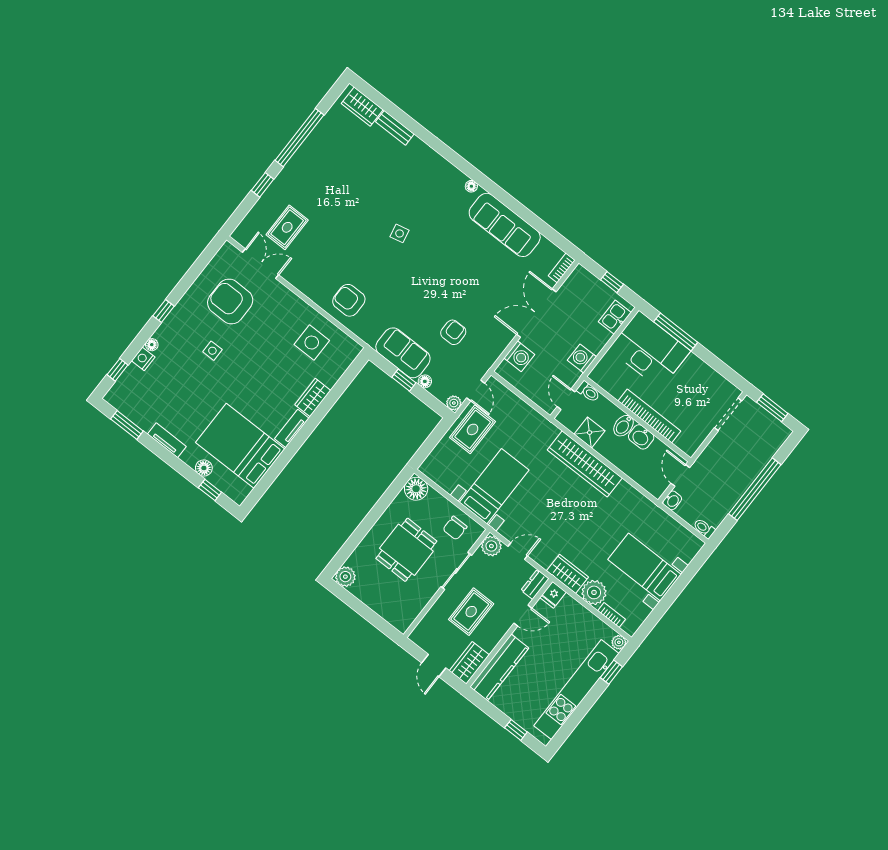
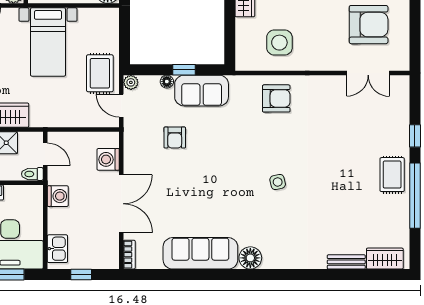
floor lamp: (471, 186) -> (250, 258), width x1.89, depth x1.89
rug: (287, 227) -> (392, 175), moved

